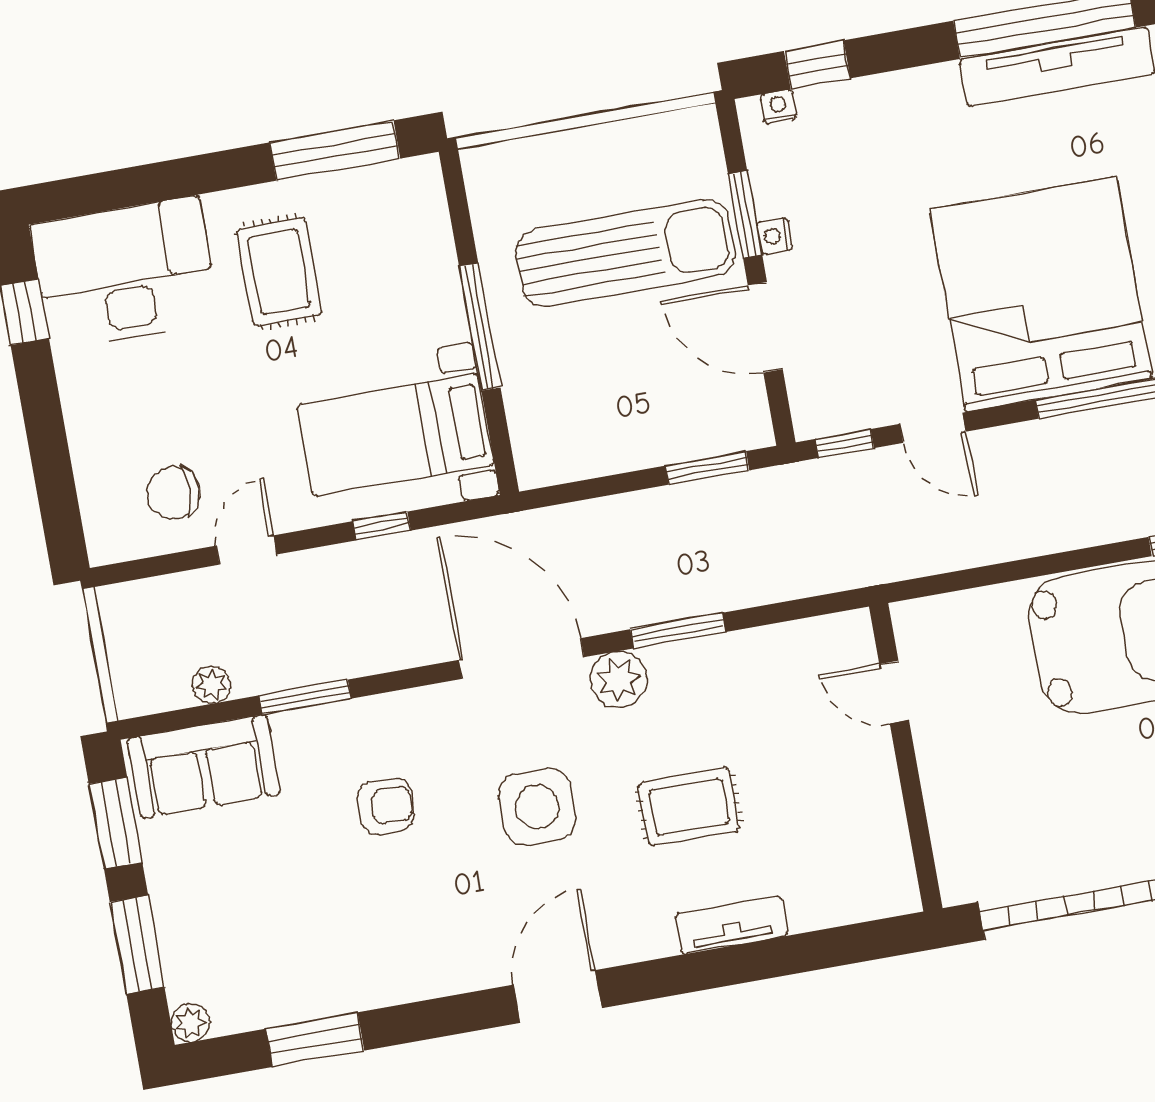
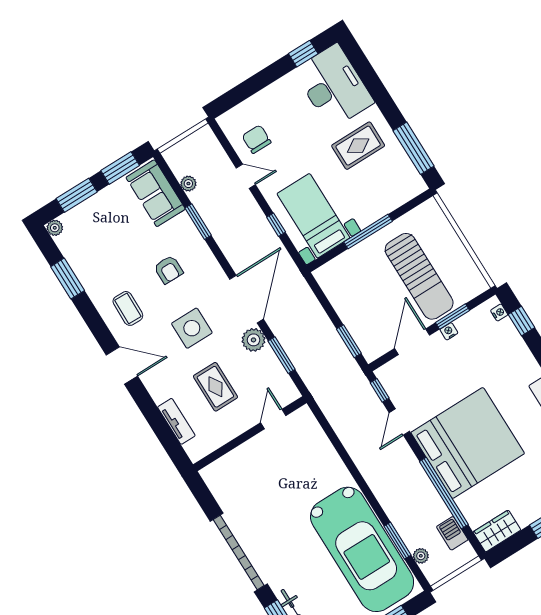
door: (894, 692) -> (273, 419), moved
wall: (906, 757) -> (250, 434), moved
coffee table: (436, 932) -> (128, 308), added

